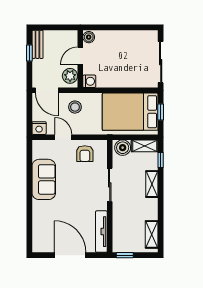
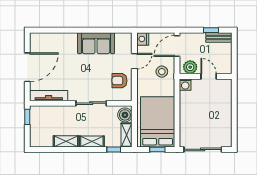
boiler: (89, 37) -> (225, 84), removed
shelving: (152, 234) -> (66, 141), moved

